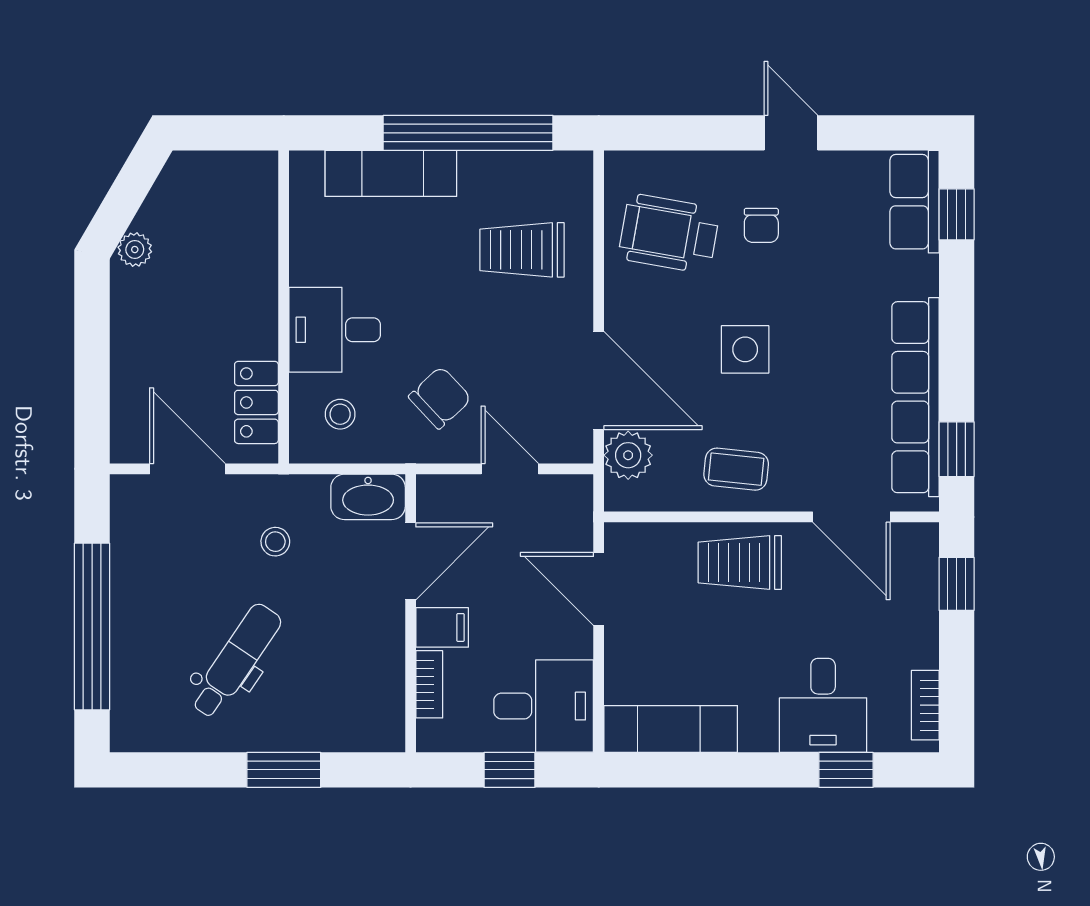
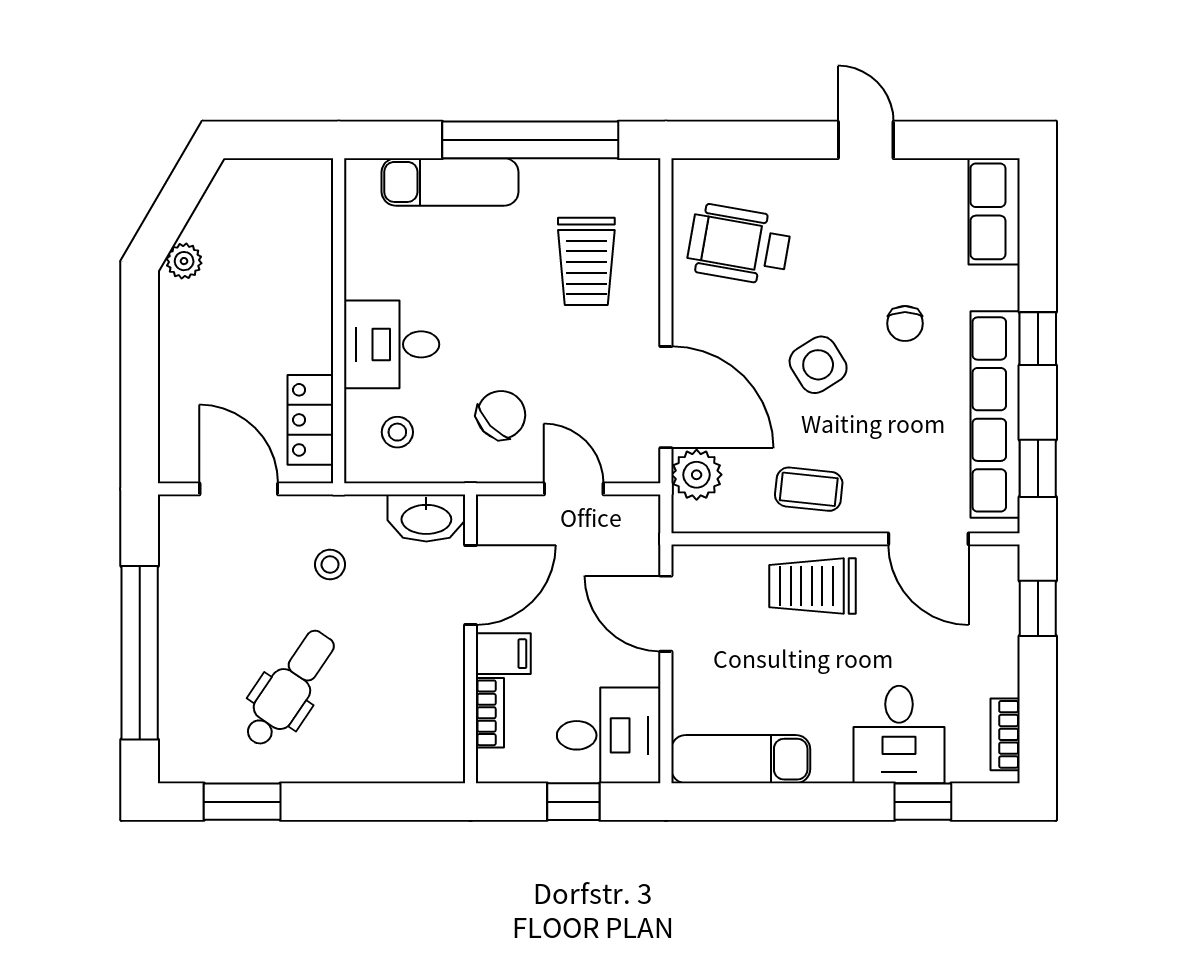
window: (957, 214) -> (1038, 339), moved
chair: (761, 225) -> (905, 323), moved
trolley: (522, 250) -> (586, 261), turned -90
side table: (745, 349) -> (818, 365), turned -32
window: (284, 770) -> (242, 802), moved

